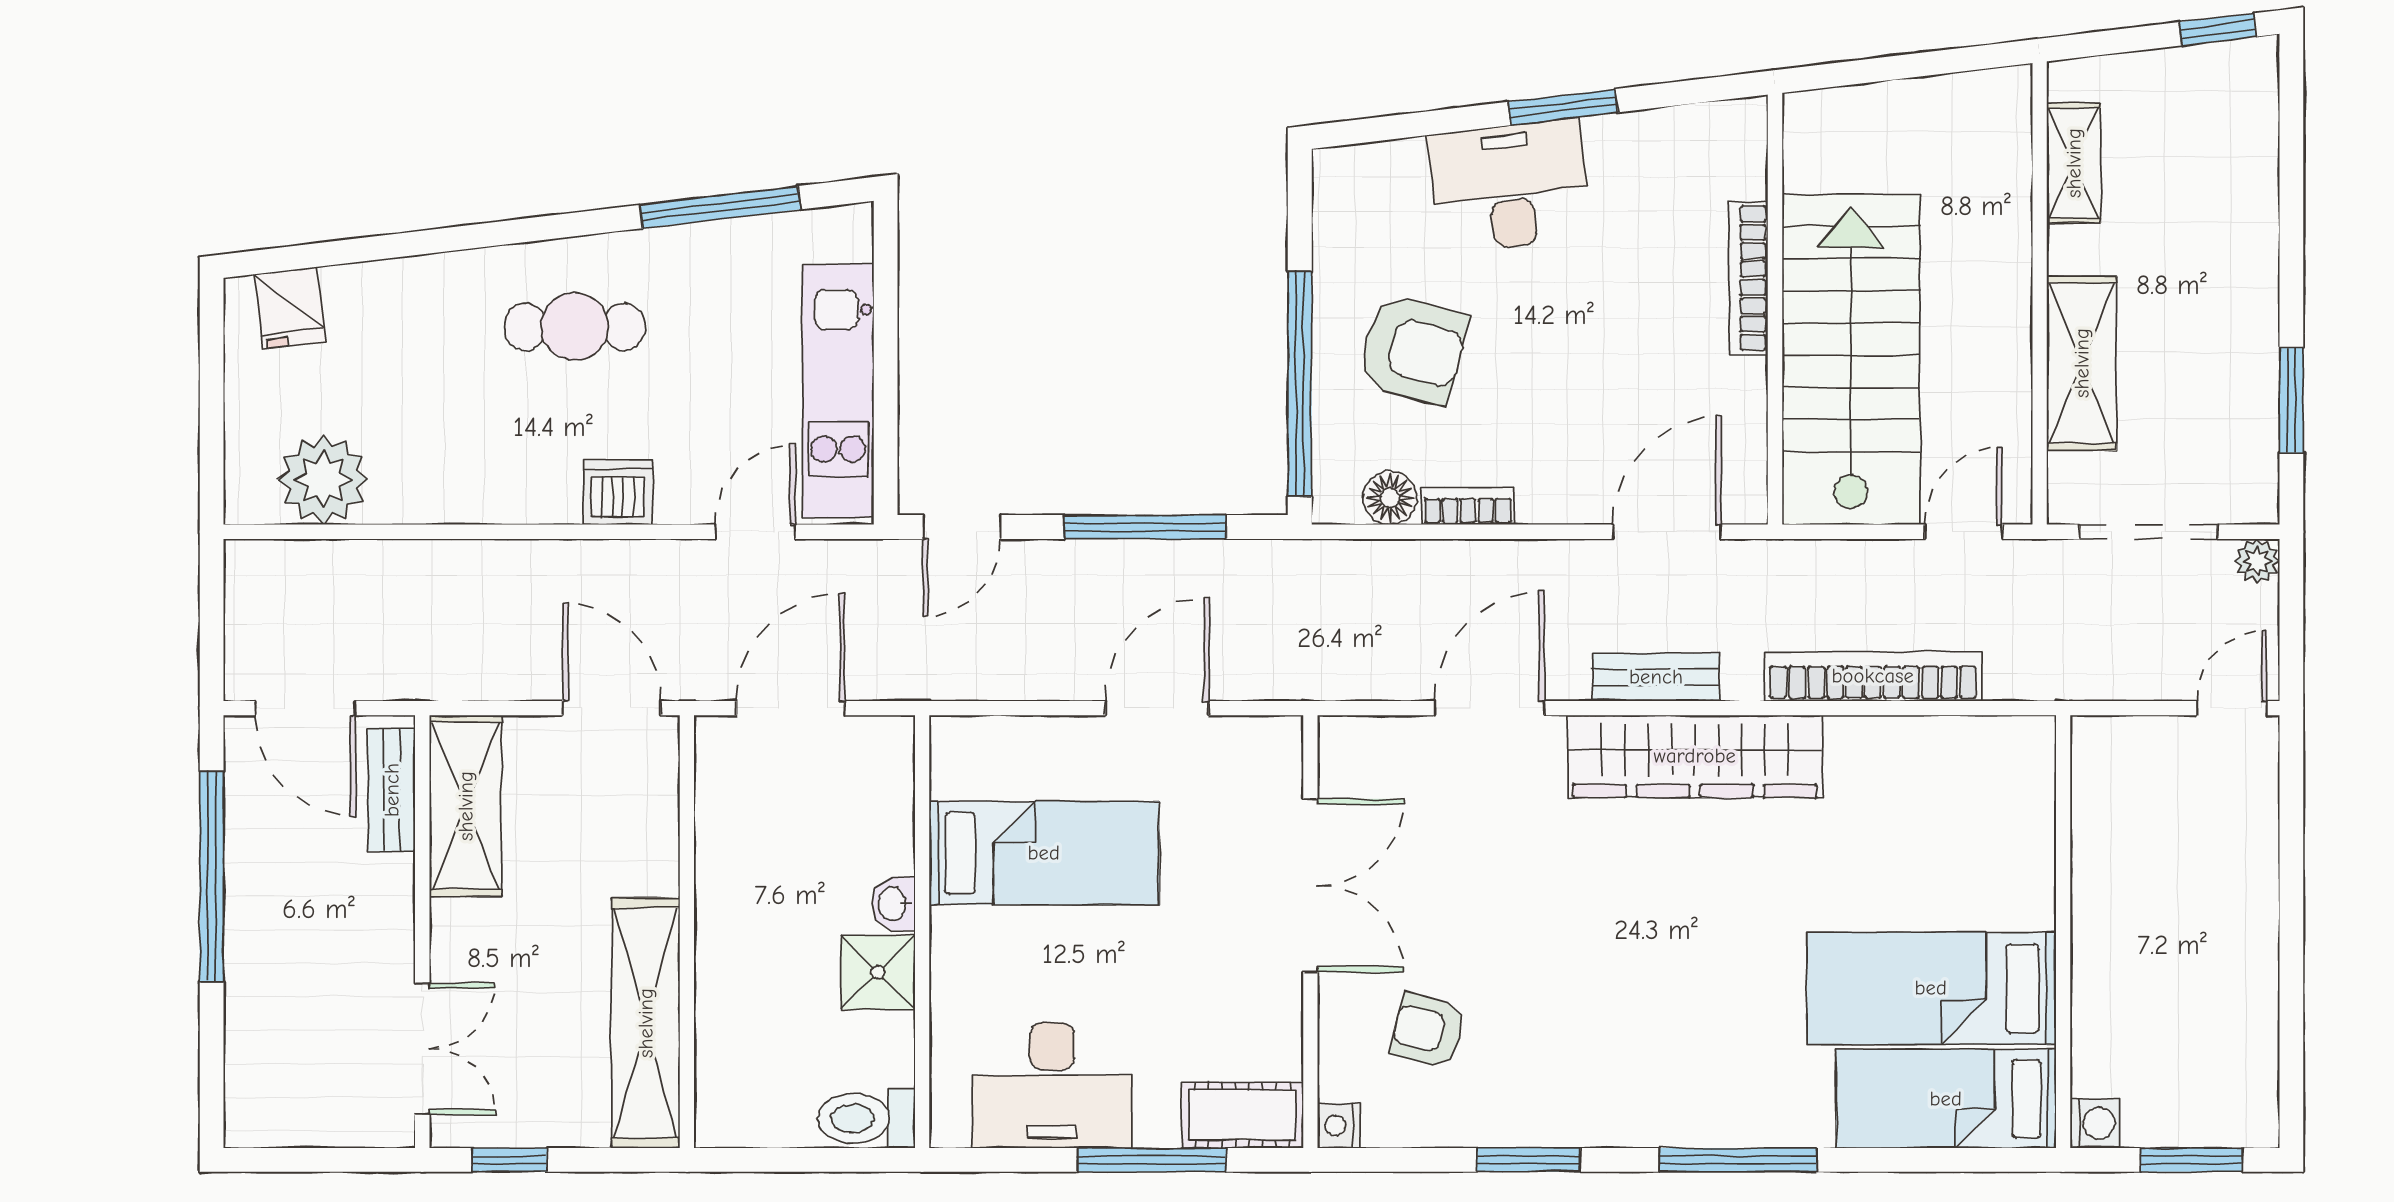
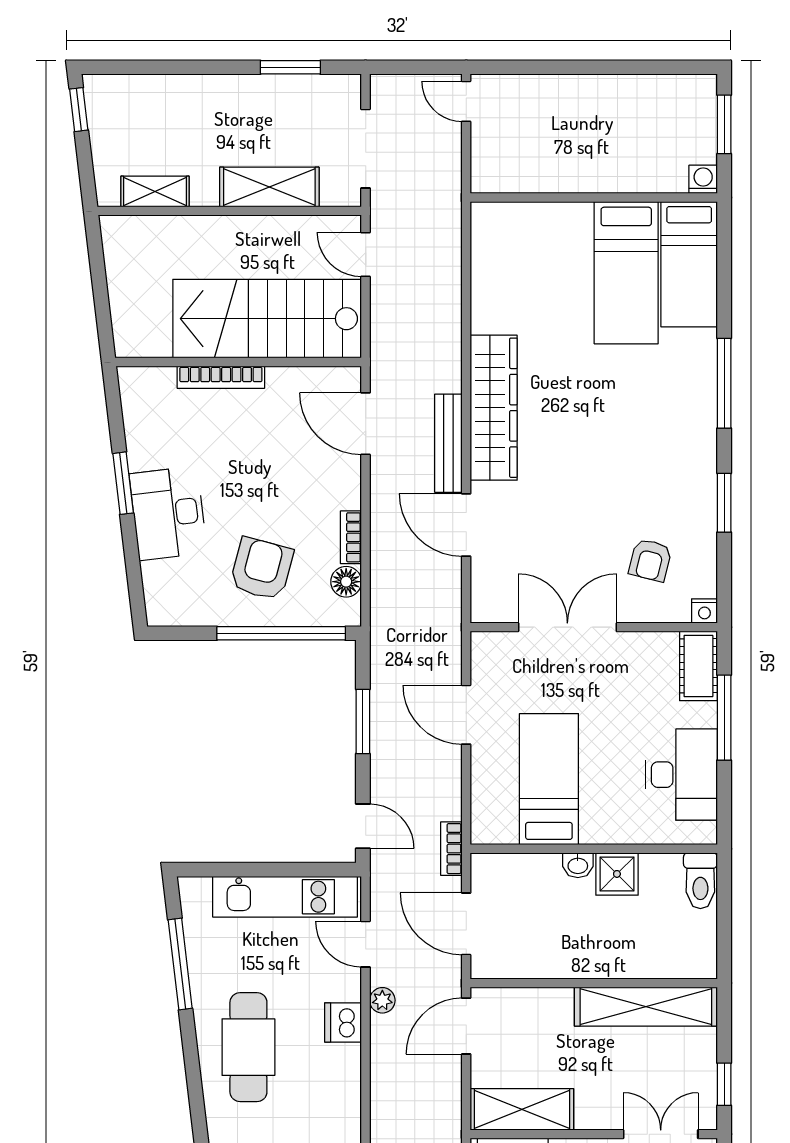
cafe table: (575, 327) -> (248, 1047), width x1.37, depth x1.35
window: (1145, 527) -> (363, 722), width x0.69
plant: (2257, 561) -> (382, 1000), moved
bookcase: (1873, 676) -> (451, 849), moved, width x0.43, depth x0.76
bench: (1656, 677) -> (448, 443), width x1.36

